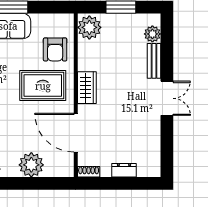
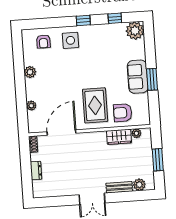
plant: (89, 27) -> (136, 133), width x0.53, depth x0.53
wardrobe: (87, 88) -> (119, 137), moved
plant: (31, 165) -> (31, 106), width x0.53, depth x0.53

